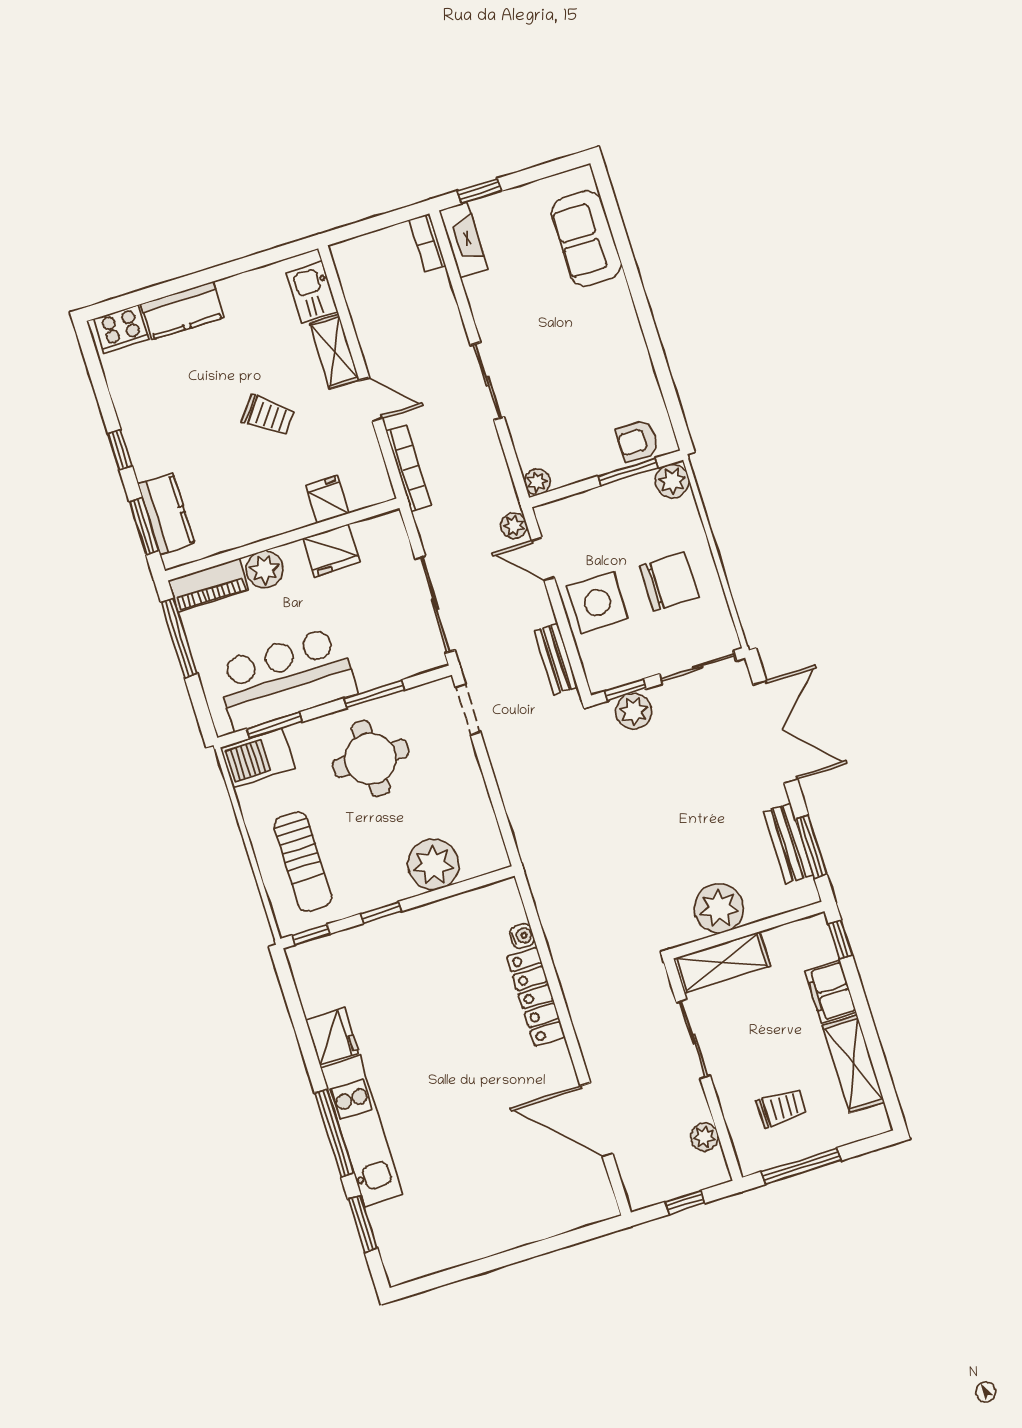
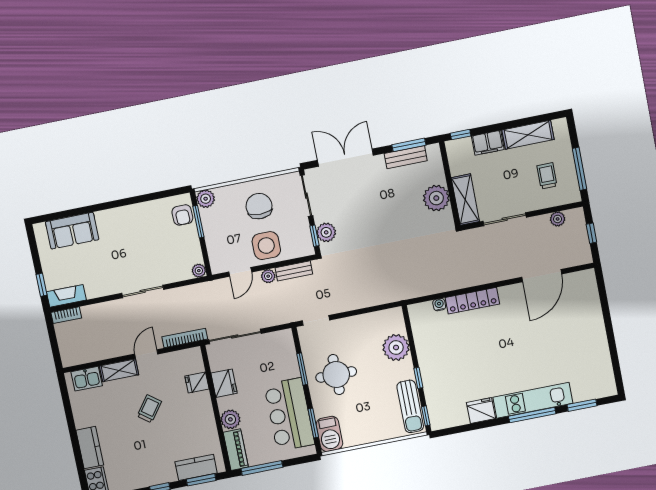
plant: (514, 526) -> (268, 276), moved
sliding door: (435, 605) -> (235, 336), moved
sun lounger: (303, 862) -> (410, 406), moved, turned 90

